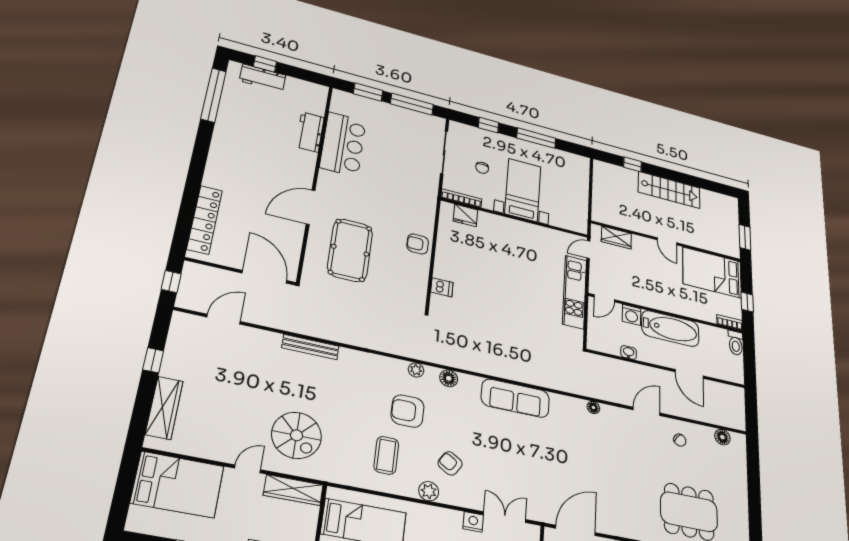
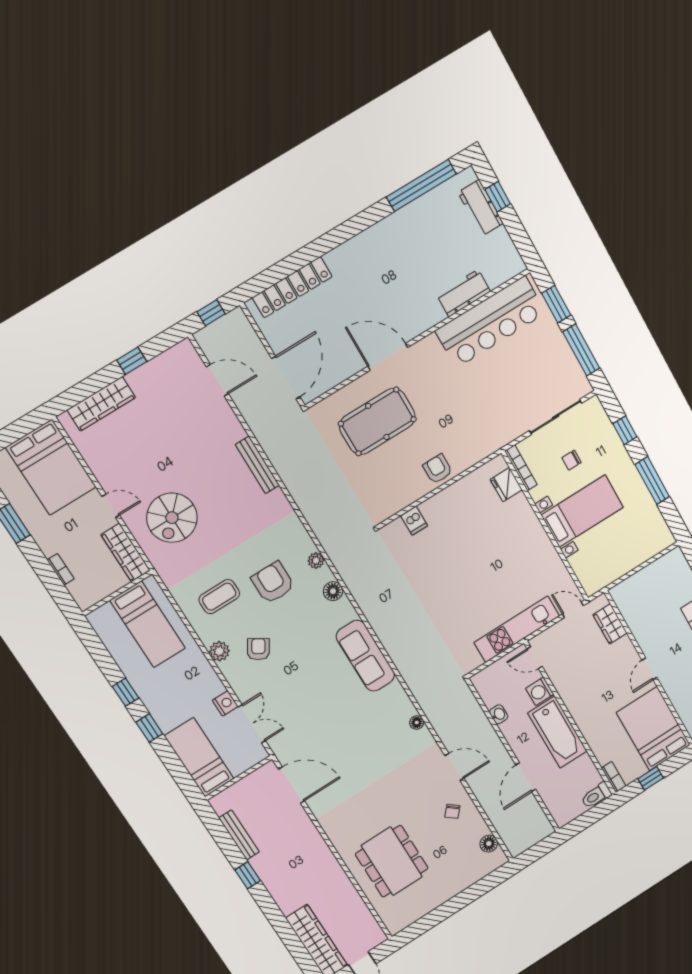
bar counter: (343, 144) -> (491, 322), width x1.36

